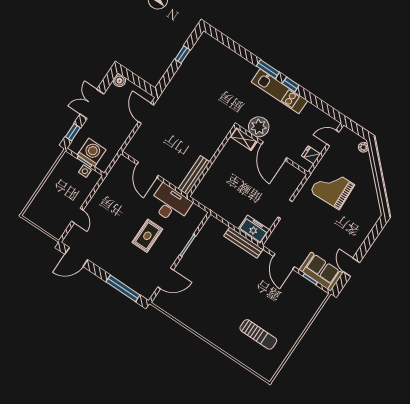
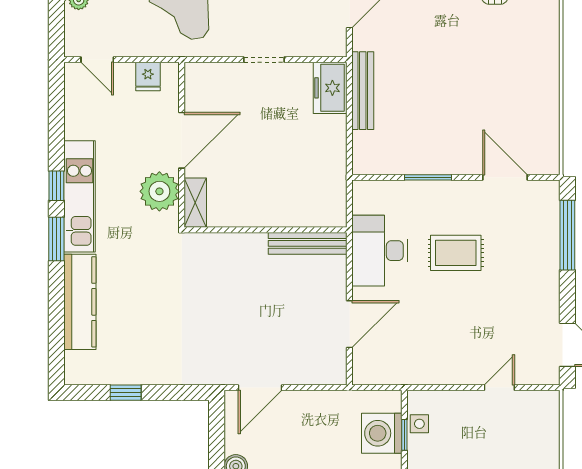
kitchen counter: (234, 61) -> (80, 302), added

